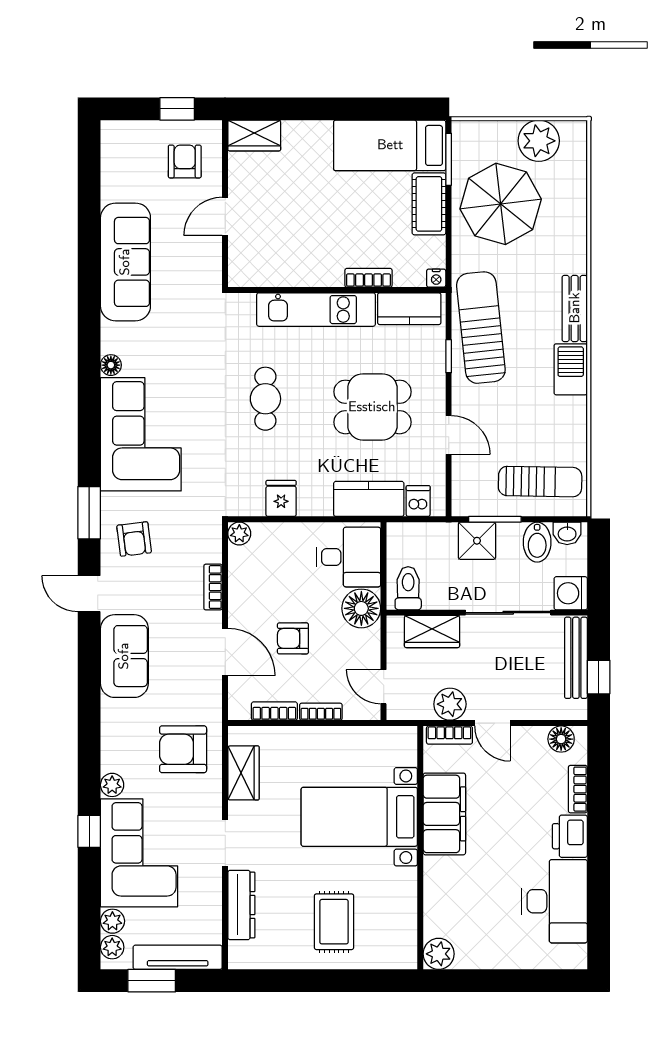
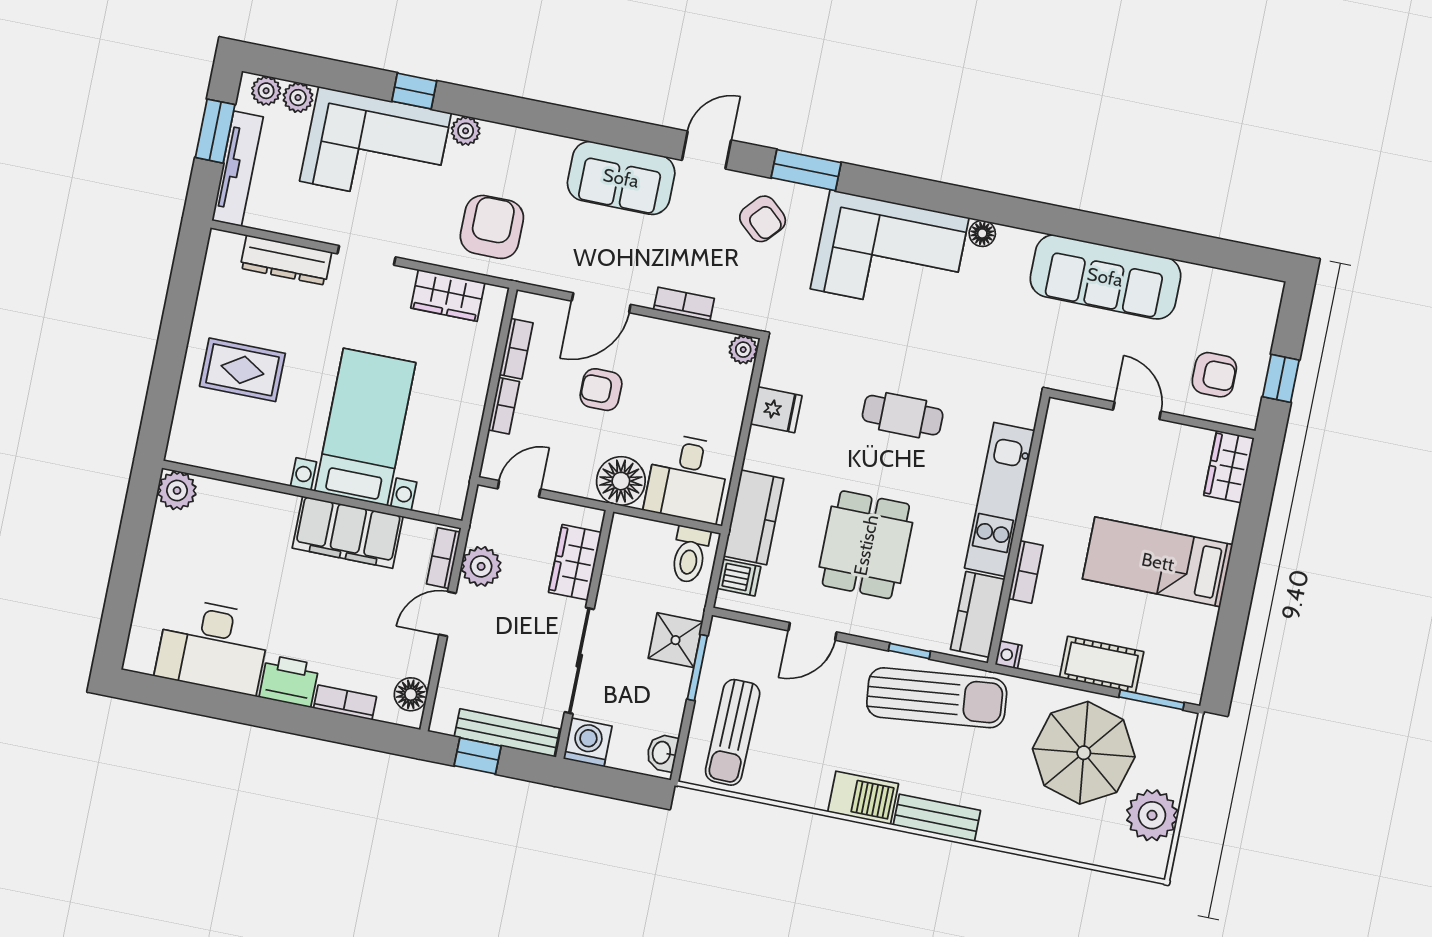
bed: (390, 145) -> (1158, 562), moved, turned -90
armchair: (134, 539) -> (763, 219), turned -131
bidet: (537, 542) -> (659, 714), removed
toilet: (408, 588) -> (690, 555), moved, turned 90
armchair: (293, 638) -> (601, 390), turned -90

